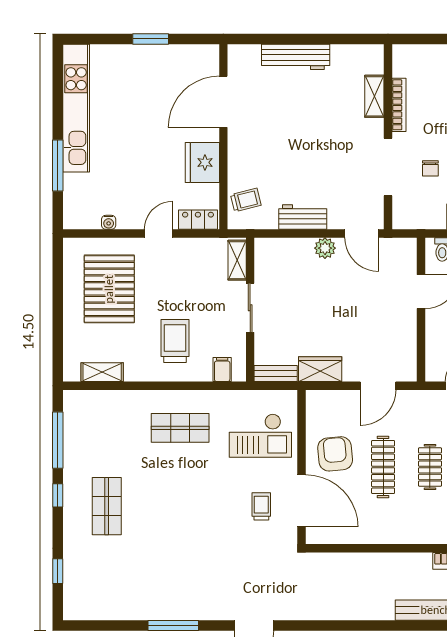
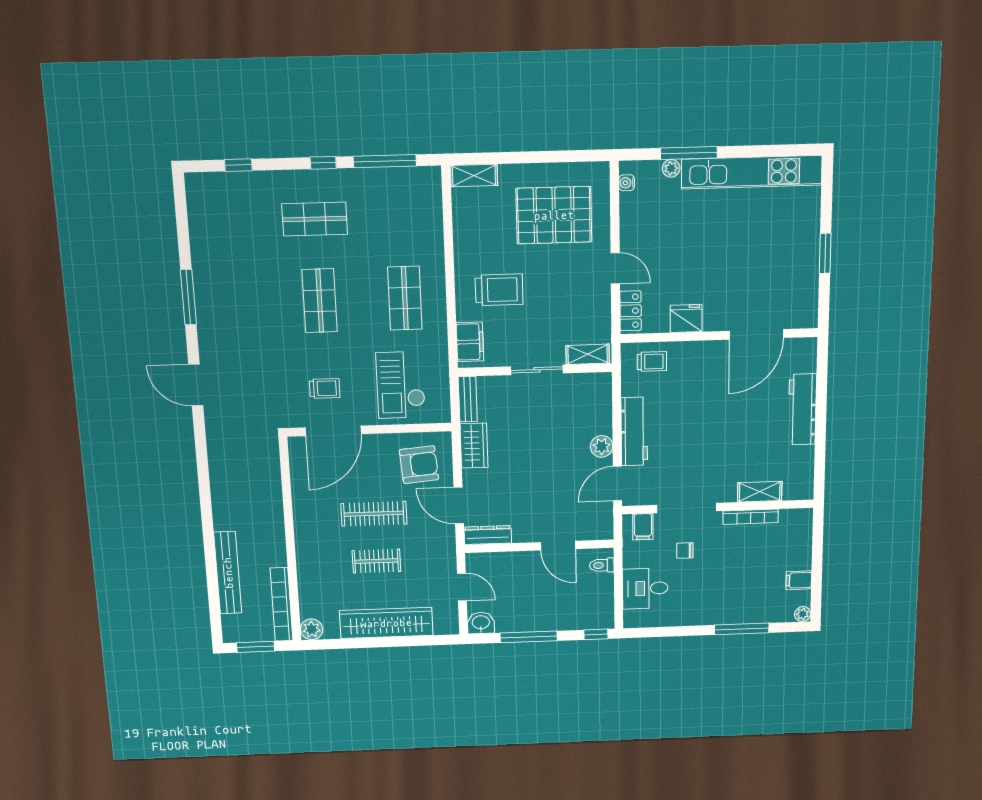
door: (223, 102) -> (756, 334), swing flipped
fridge: (202, 162) -> (686, 318), width x0.73, depth x0.75
plant: (71, 182) -> (671, 168), added
trolley: (246, 200) -> (652, 362), turned -76
filing cabinet: (405, 209) -> (643, 527), added
workbench: (303, 217) -> (634, 432), width x1.38
water cooler: (109, 222) -> (627, 183), moved
dresser: (408, 359) -> (488, 535), added
filing cabinet: (222, 370) -> (470, 342), width x2.00
shelving: (102, 372) -> (474, 175), moved, turned 90
armchair: (335, 454) -> (419, 465), moved
shop shelf: (180, 506) -> (320, 301), added

